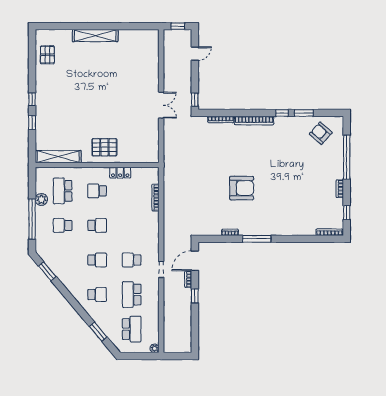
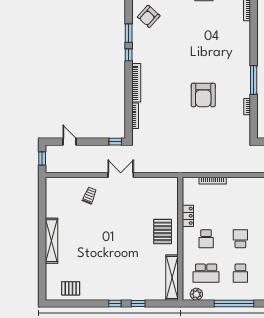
trolley: (141, 74) -> (90, 196), added
armchair: (242, 188) -> (203, 95), turned 180
plant: (41, 200) -> (196, 294), moved

